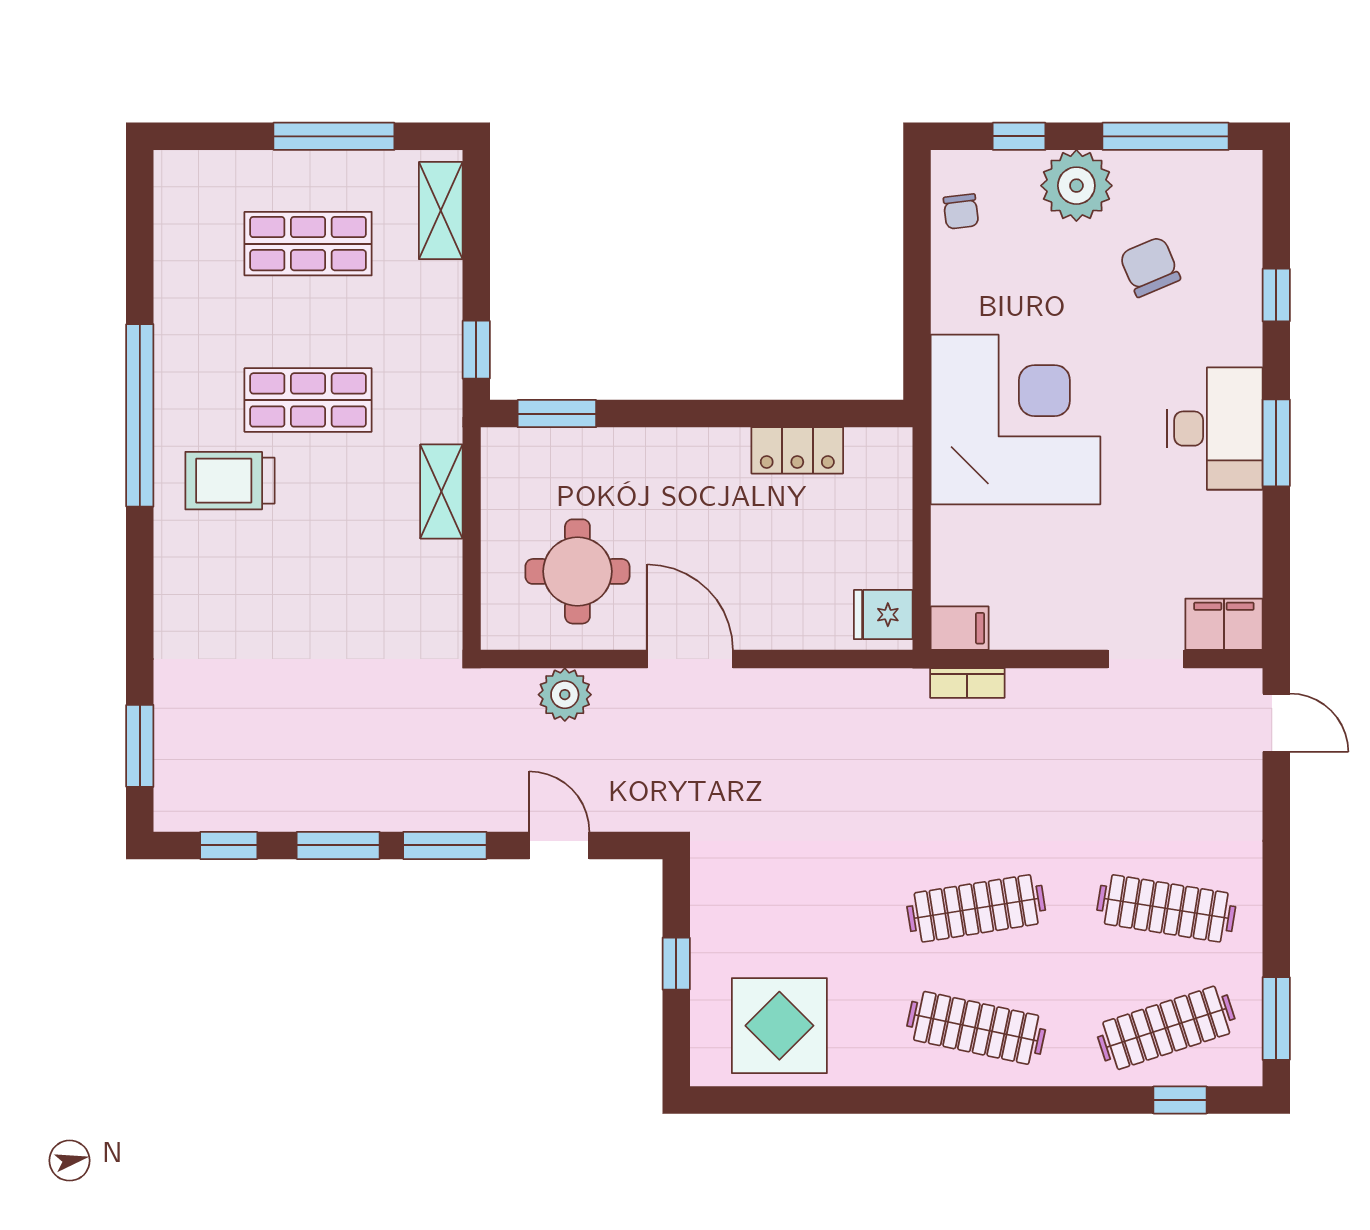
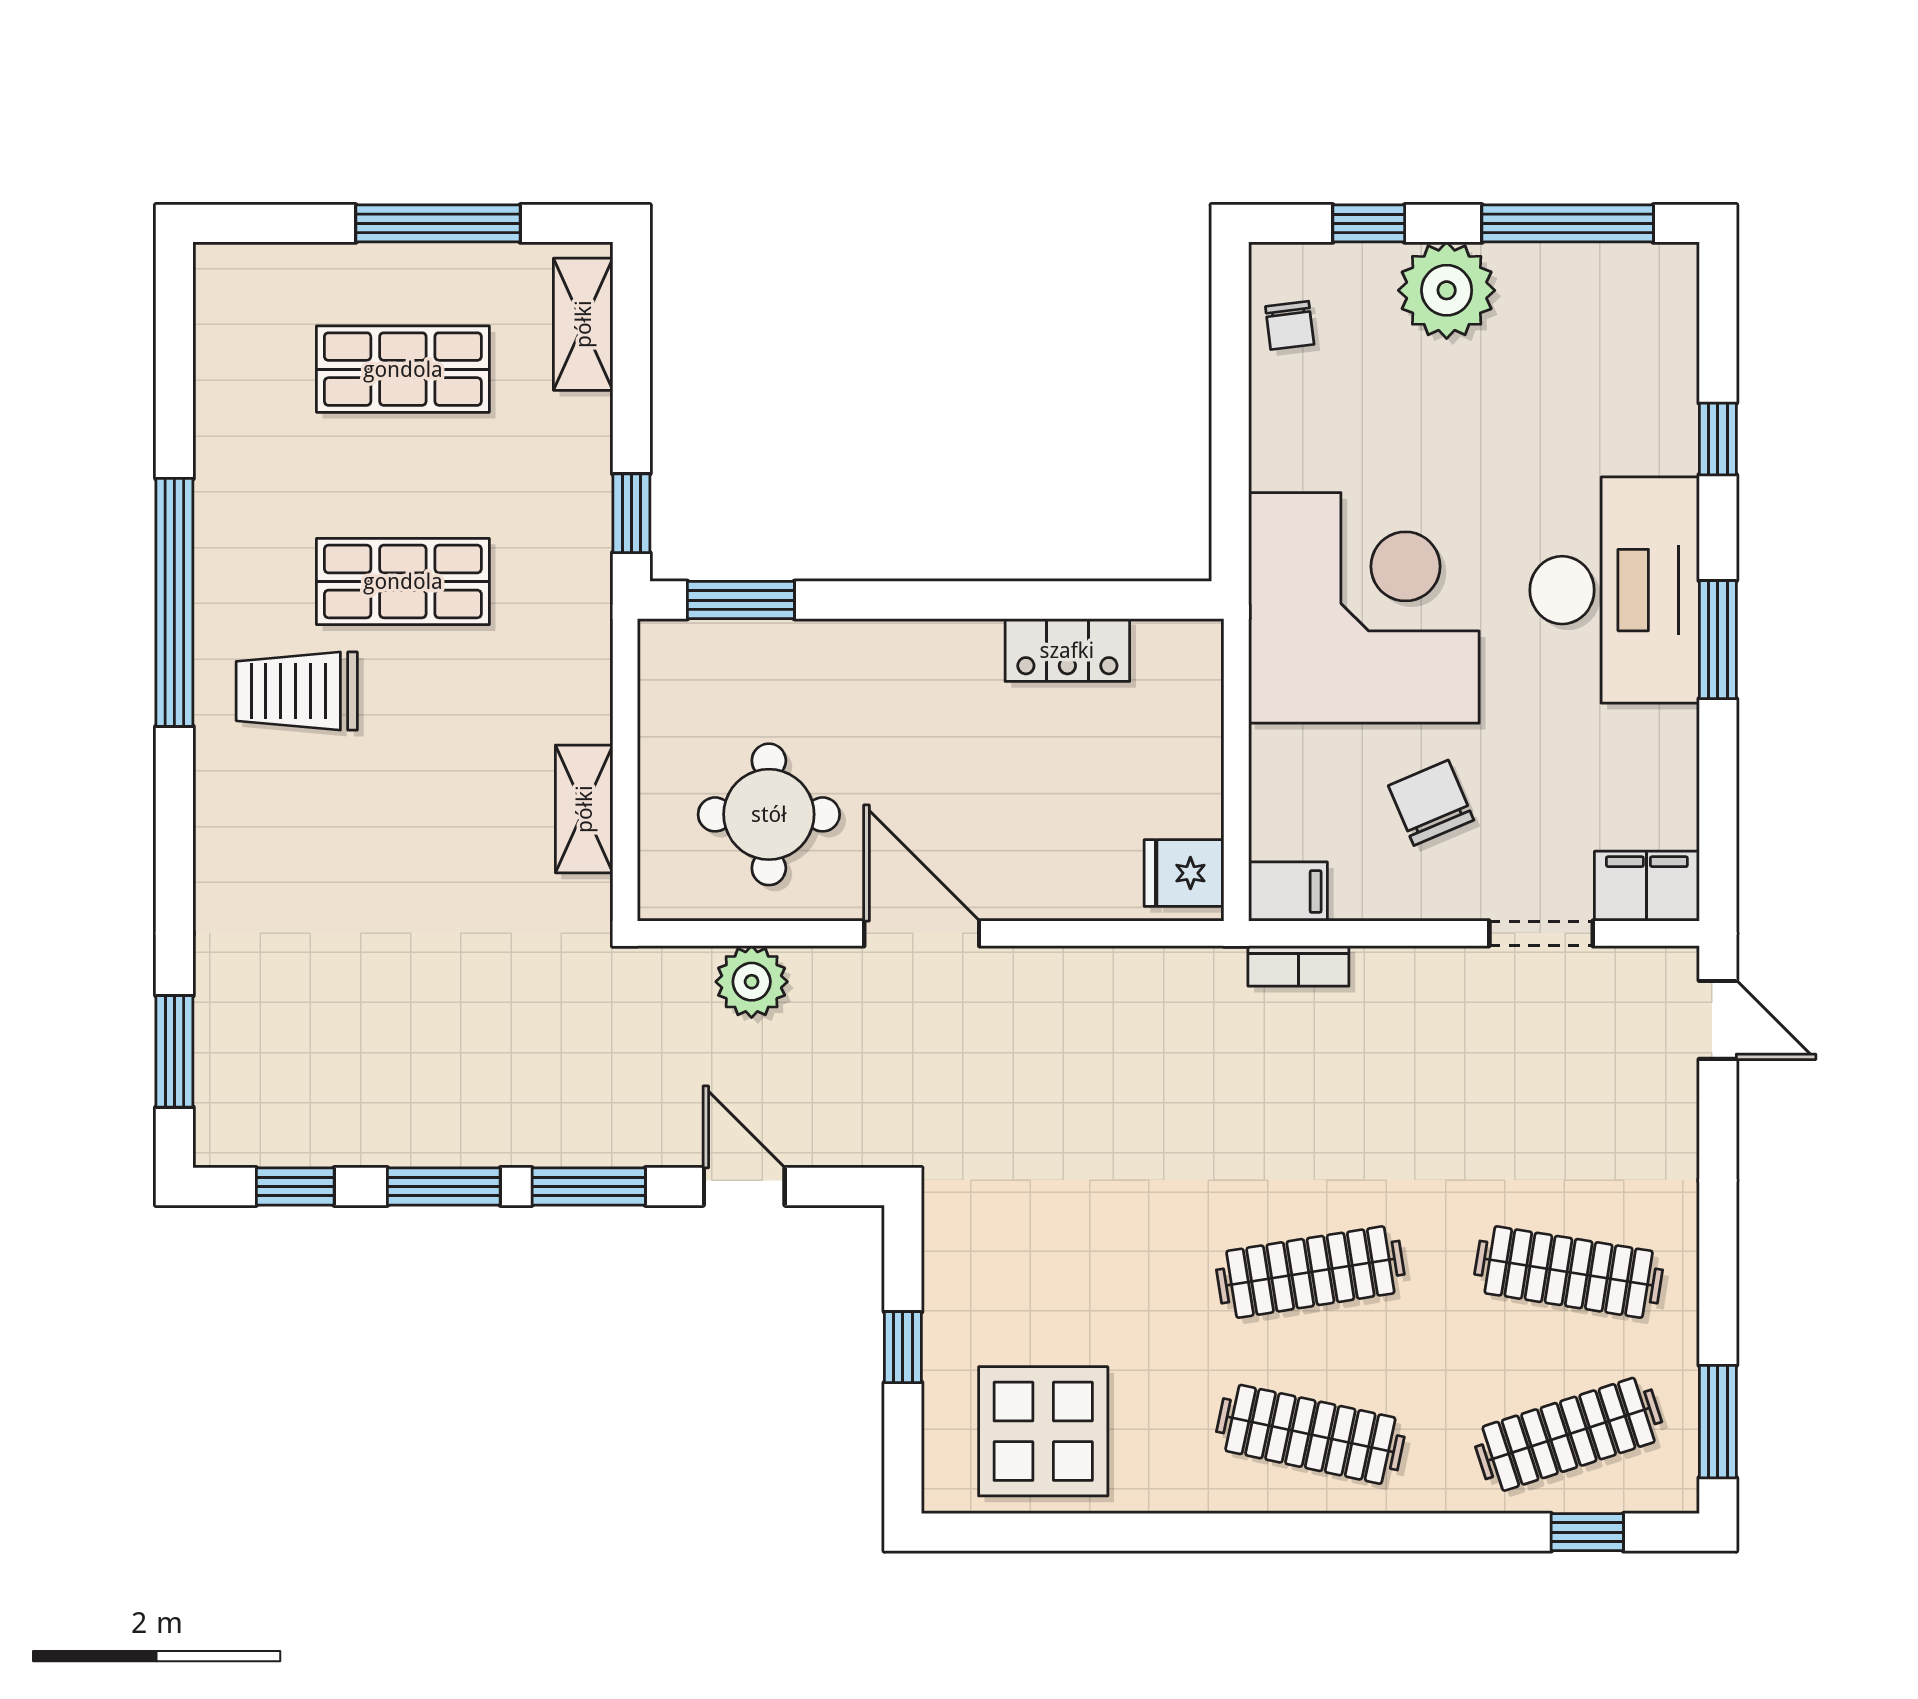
chair: (1150, 267) -> (1431, 803), moved
desk: (1215, 429) -> (1615, 590), width x1.36, depth x1.30
shelving: (441, 491) -> (584, 809), moved

